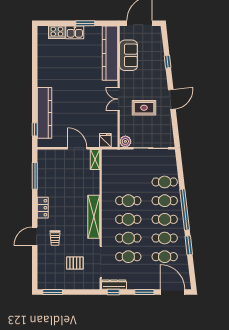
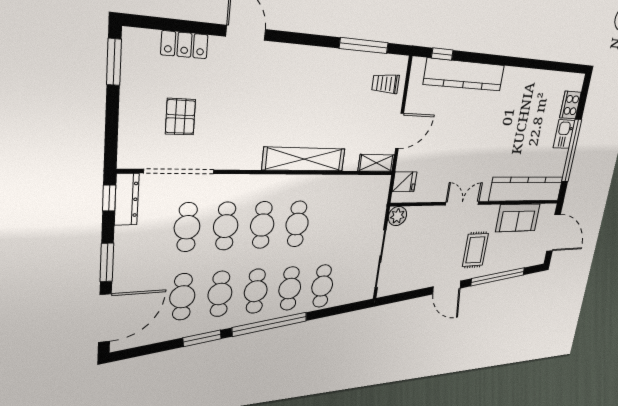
window: (85, 23) -> (572, 151), width x2.11
window: (168, 62) -> (498, 277), width x3.17
rug: (144, 108) -> (475, 250), moved
locker: (43, 208) -> (184, 45), moved
shelving: (94, 217) -> (304, 159), moved
trolley: (55, 238) -> (386, 84), moved

